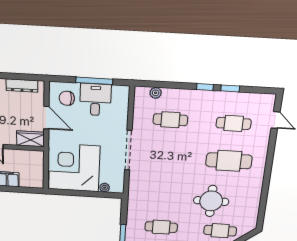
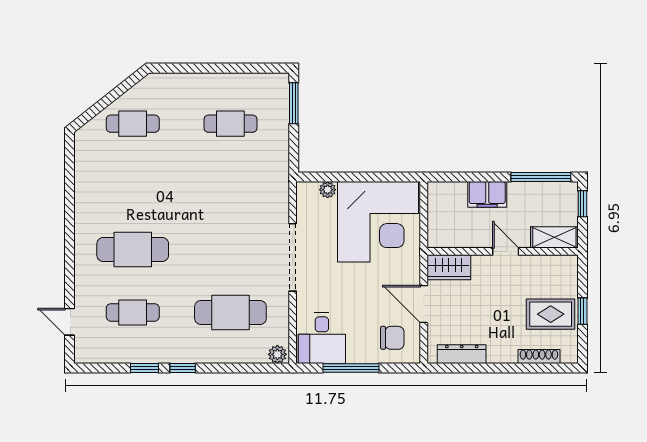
plant: (156, 93) -> (277, 354), moved
desk: (95, 100) -> (322, 338), moved
cafe table: (170, 120) -> (230, 312), width x1.37, depth x1.35
round table: (211, 201) -> (153, 177), removed

